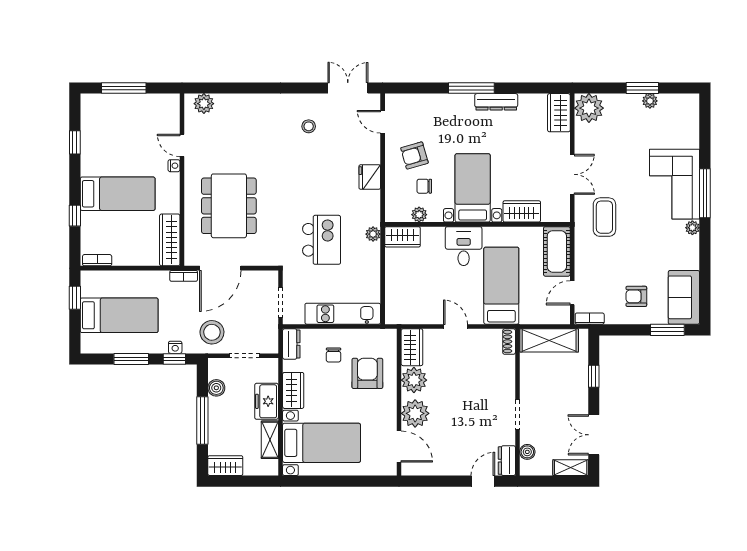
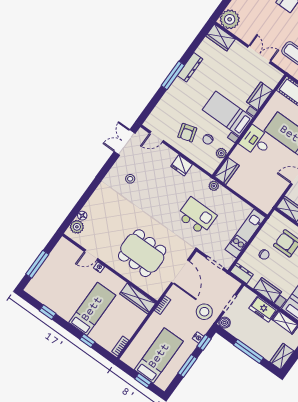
floor lamp: (222, 100) -> (82, 216), added
door: (220, 268) -> (180, 272), moved
window: (75, 298) -> (143, 381), moved
boiler: (216, 388) -> (224, 323), moved

